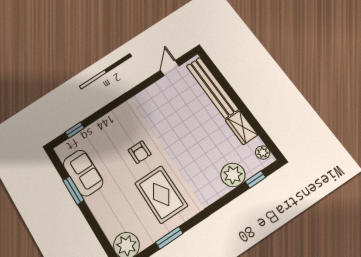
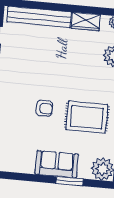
sofa: (83, 173) -> (57, 164), moved
window: (73, 190) -> (70, 181), moved

